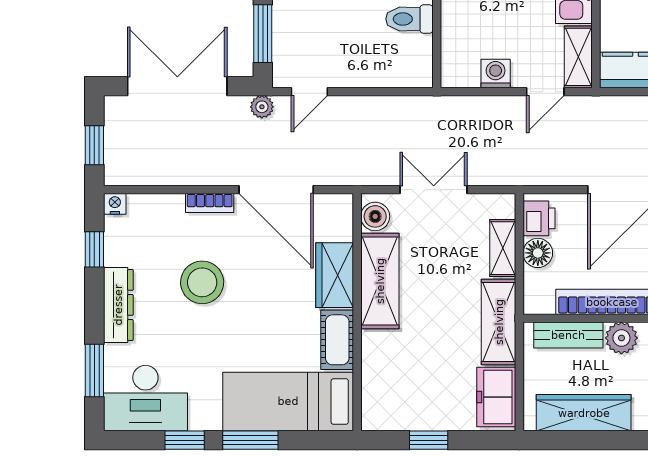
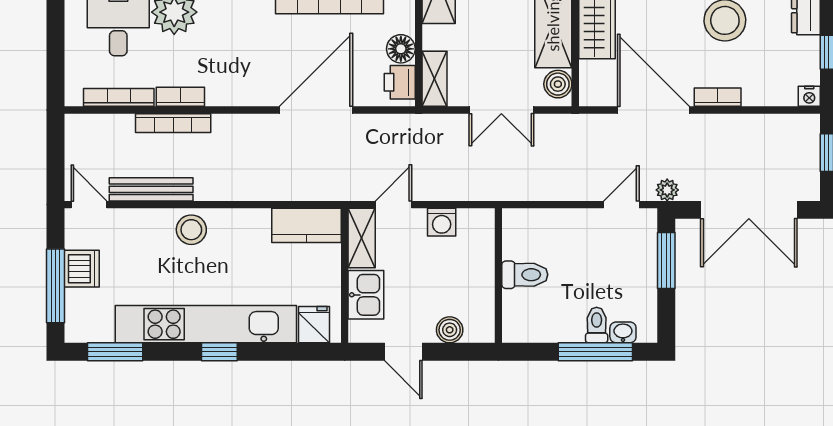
shelving: (503, 248) -> (435, 79), moved

